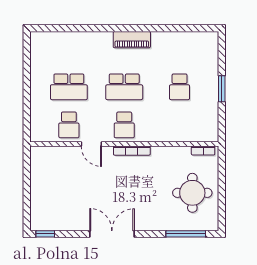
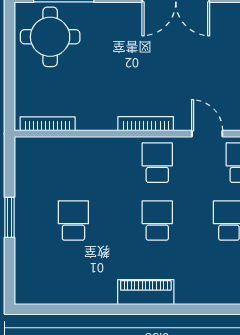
school desk: (124, 87) -> (157, 220), width x0.54
bookcase: (203, 151) -> (48, 124), width x1.56
round table: (192, 193) -> (50, 37), moved

